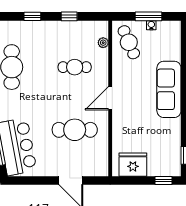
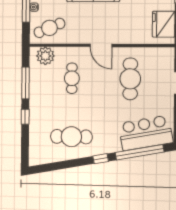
window: (69, 16) -> (25, 83), width x2.17
plant: (103, 43) -> (45, 56), width x1.88, depth x1.88

